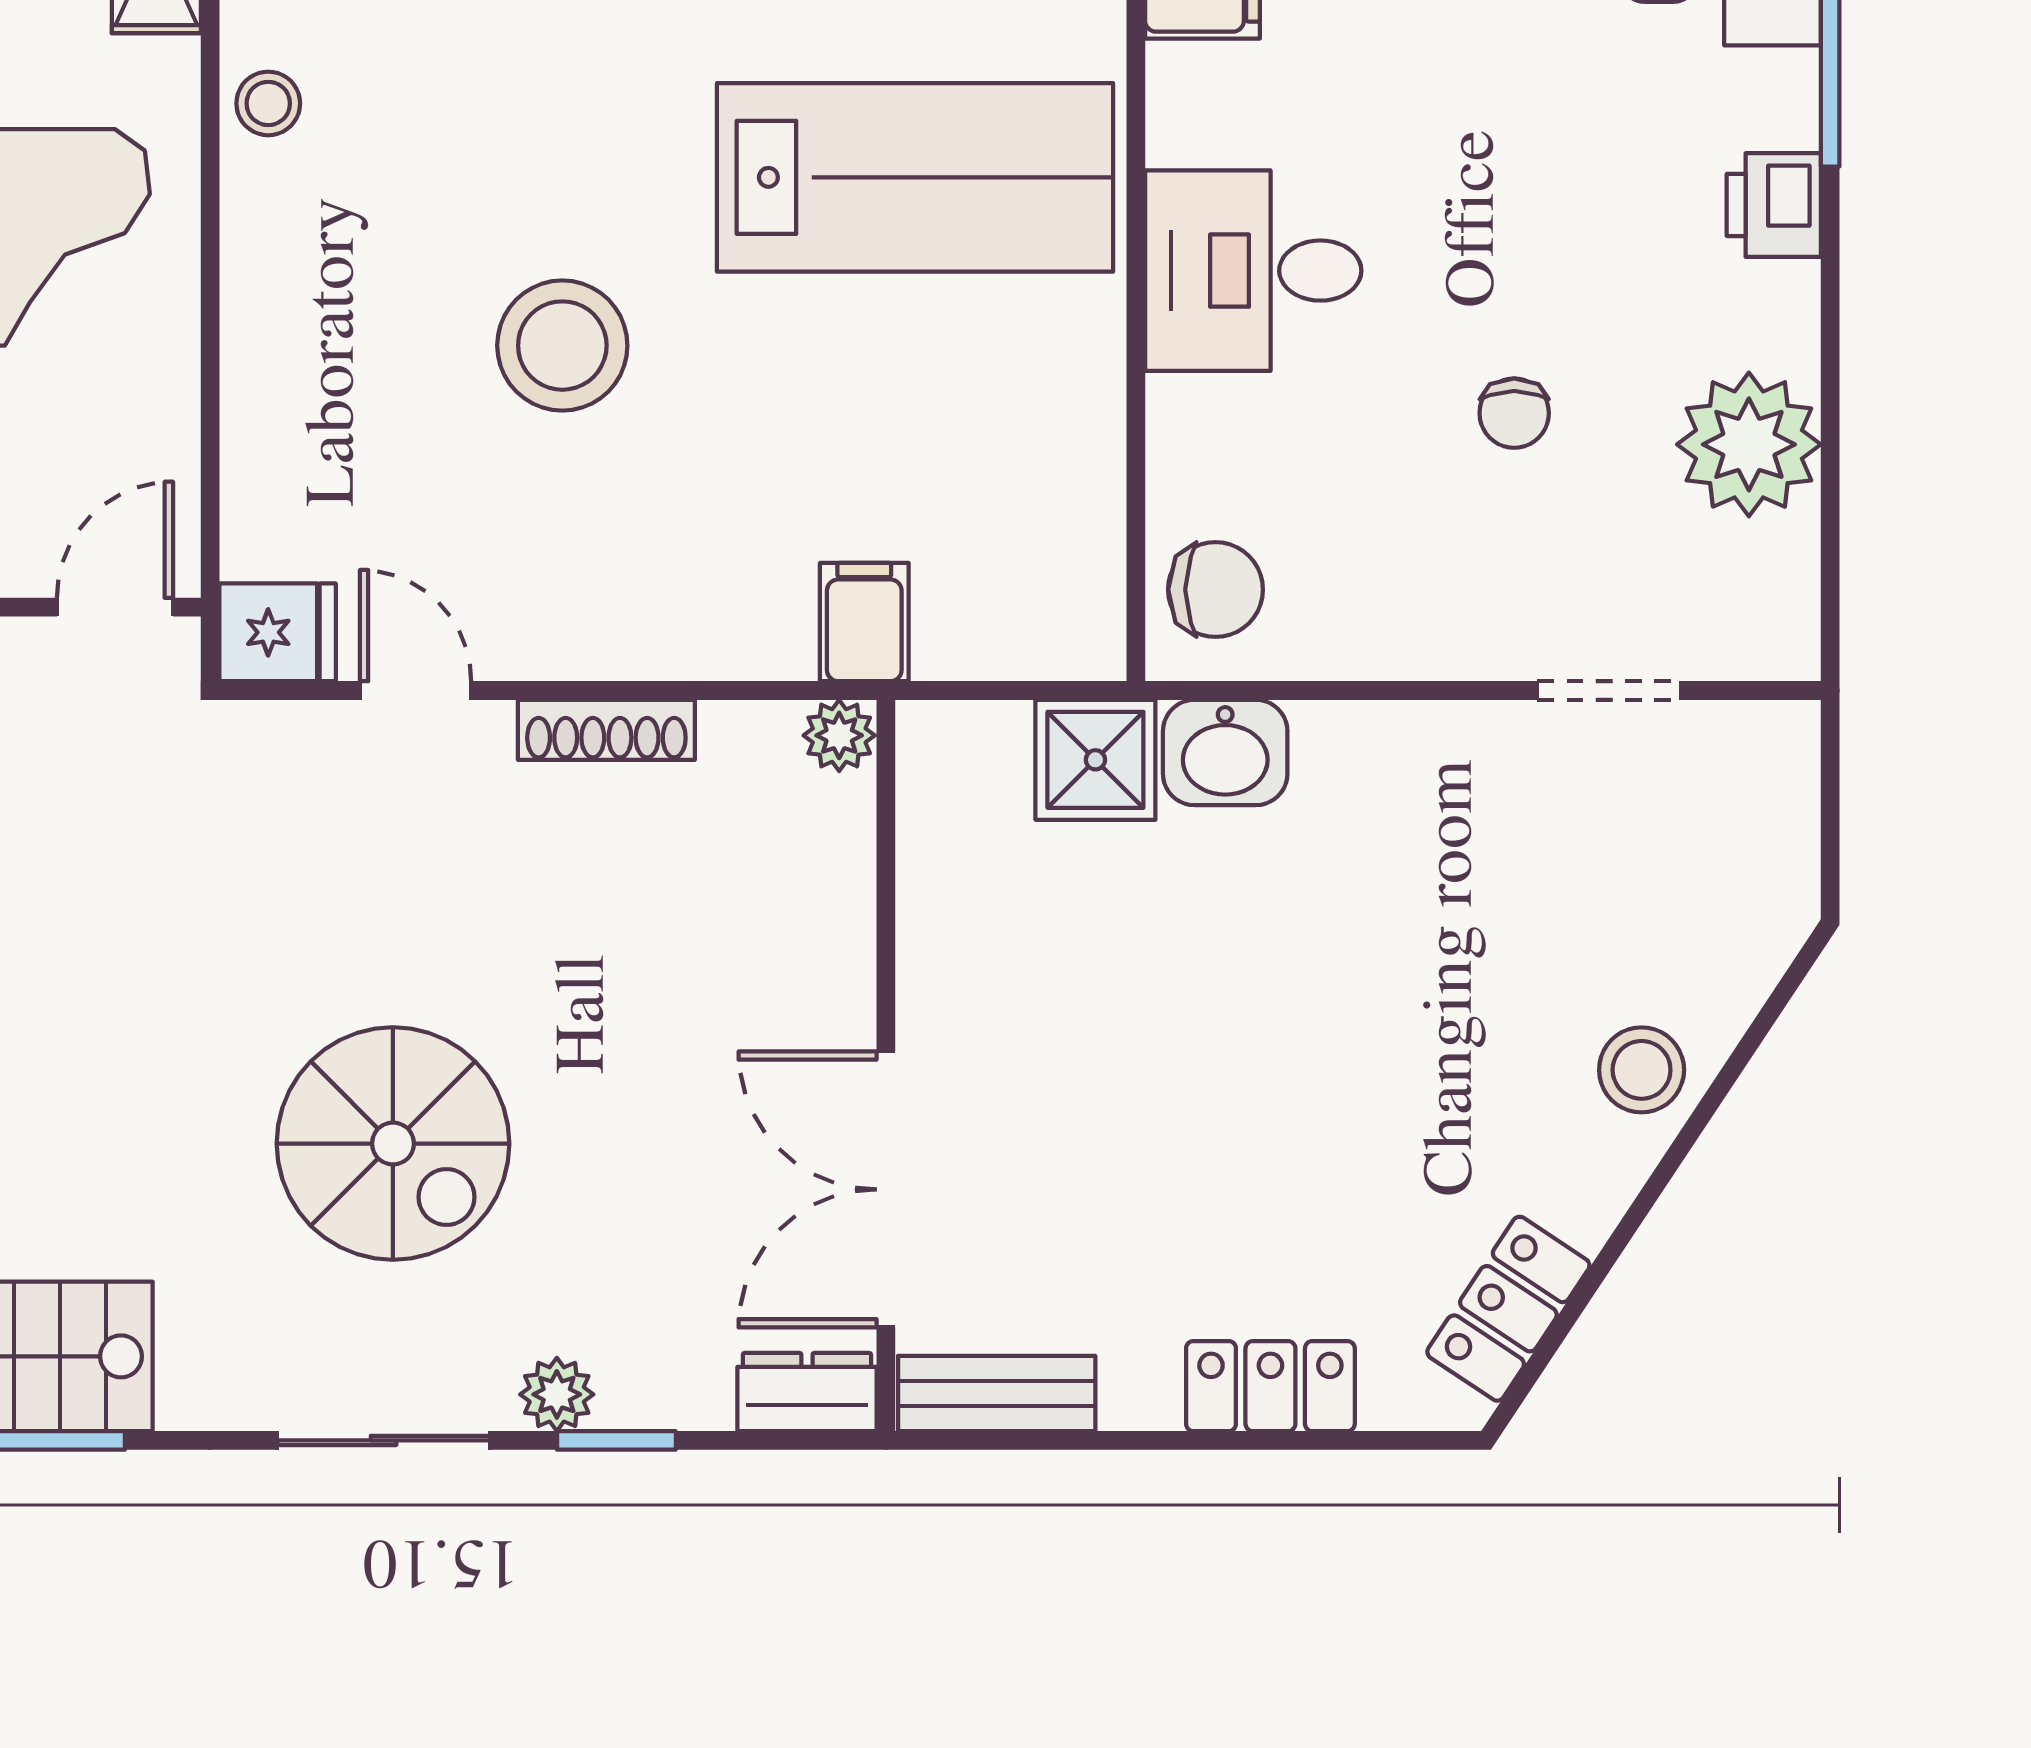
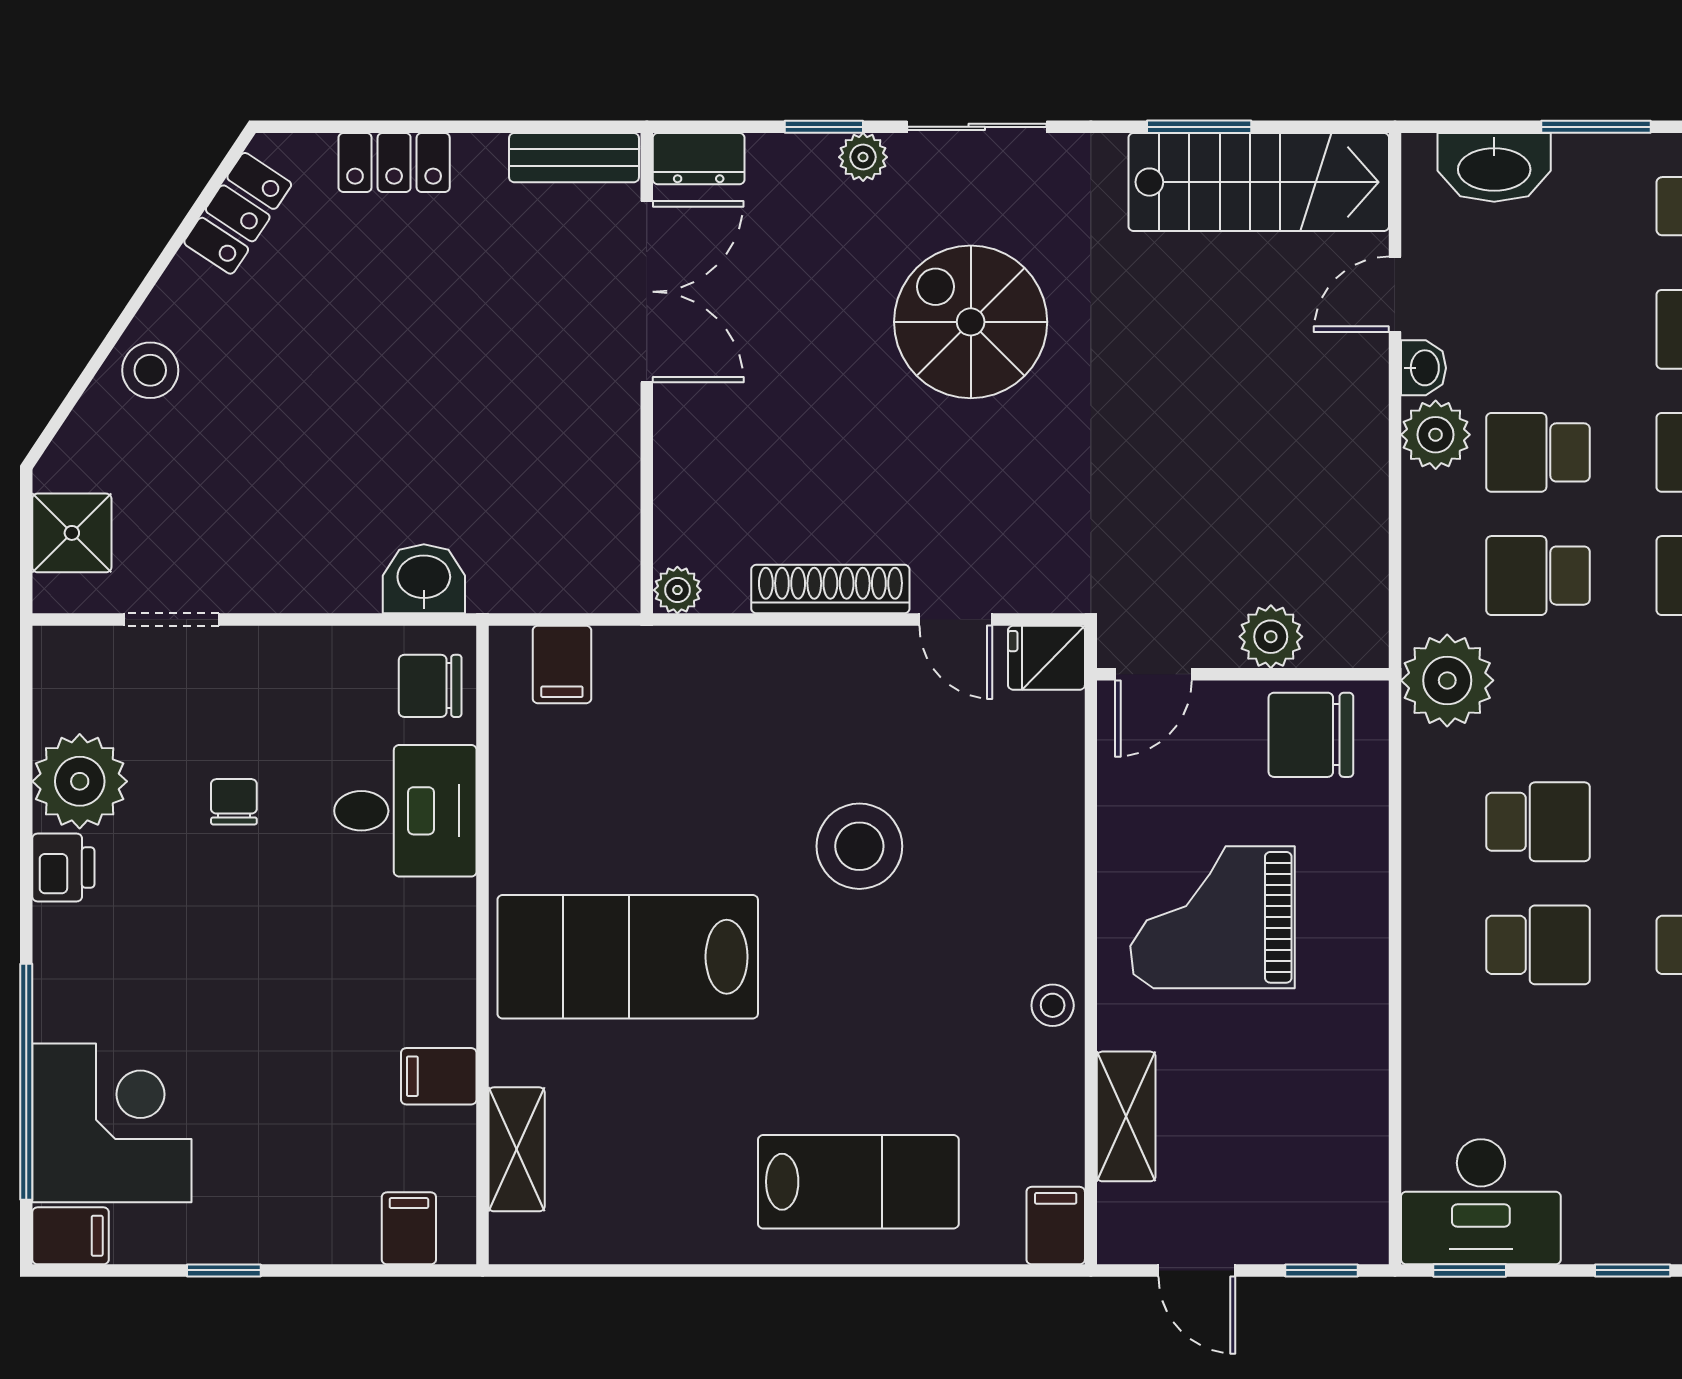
printer: (1774, 205) -> (63, 867), moved
desk: (1253, 271) -> (405, 811), moved
filing cabinet: (864, 622) -> (562, 665), moved
shoe rack: (606, 730) -> (830, 589), width x1.36, depth x1.24
shower: (1095, 760) -> (72, 533), moved

